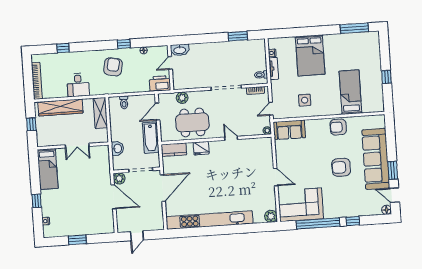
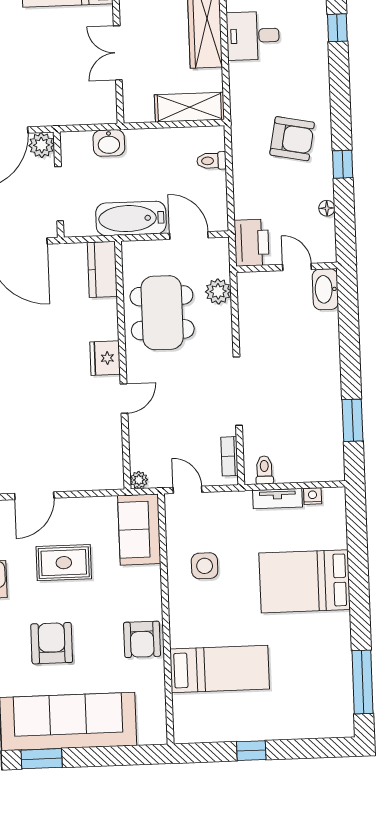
desk: (78, 85) -> (253, 36), moved
armchair: (338, 127) -> (142, 639), turned 180
fridge: (201, 148) -> (105, 358), moved
rug: (305, 163) -> (64, 563), added

